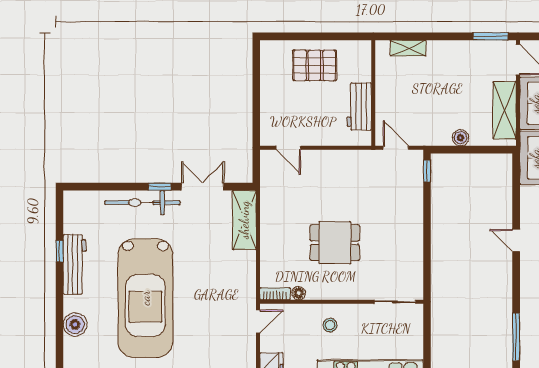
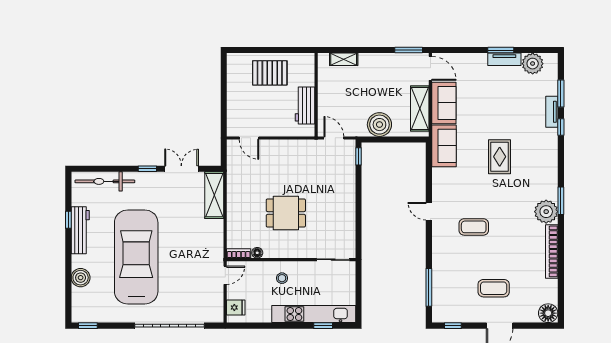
boiler: (460, 138) -> (379, 125), width x1.86, depth x1.86
bicycle: (142, 203) -> (105, 181), moved
car: (145, 298) -> (136, 257), turned 180

